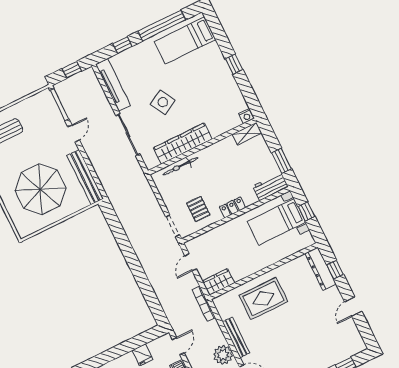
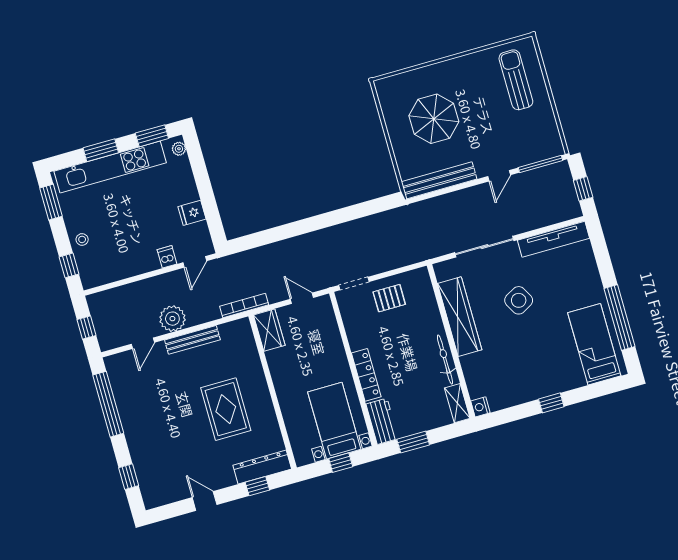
window: (122, 45) -> (604, 261), removed
door: (74, 133) -> (499, 176), hinge flipped
bicycle: (181, 166) -> (445, 360), moved
parasol: (40, 189) -> (434, 119), width x0.73, depth x0.73
locker: (233, 207) -> (366, 375), width x1.53
pallet: (198, 209) -> (389, 298), moved
rug: (264, 299) -> (226, 409), moved
door: (178, 346) -> (195, 262), hinge flipped

